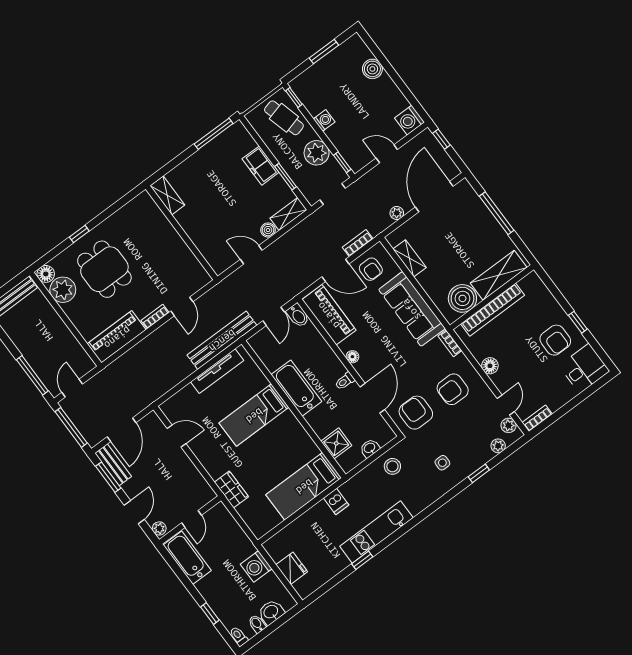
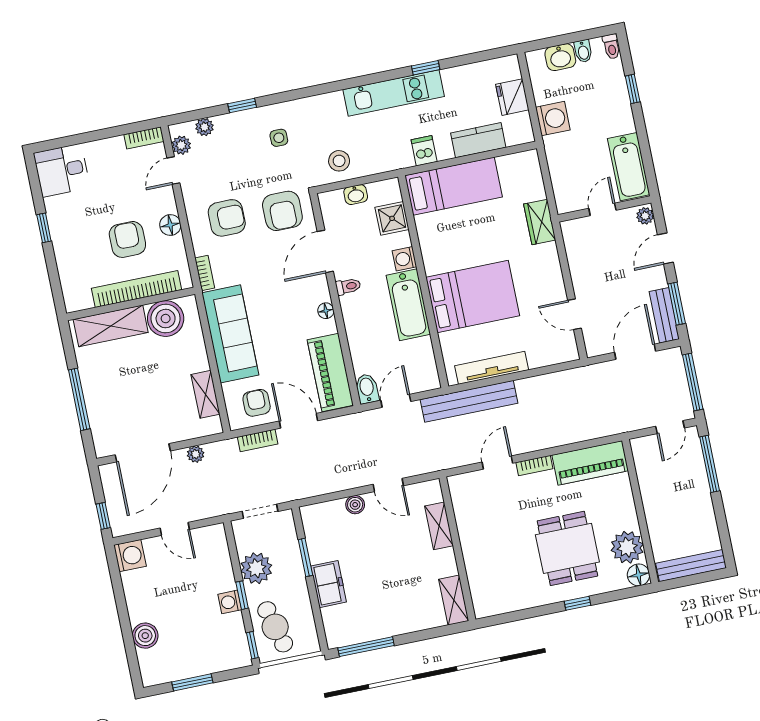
window: (342, 162) -> (242, 595), moved
shelving: (288, 214) -> (439, 526), moved, turned 90
armchair: (555, 340) -> (127, 239), moved
bed: (254, 415) -> (473, 296), width x1.50
washing machine: (314, 419) -> (404, 259), added
kitchen counter: (301, 527) -> (478, 140), added

